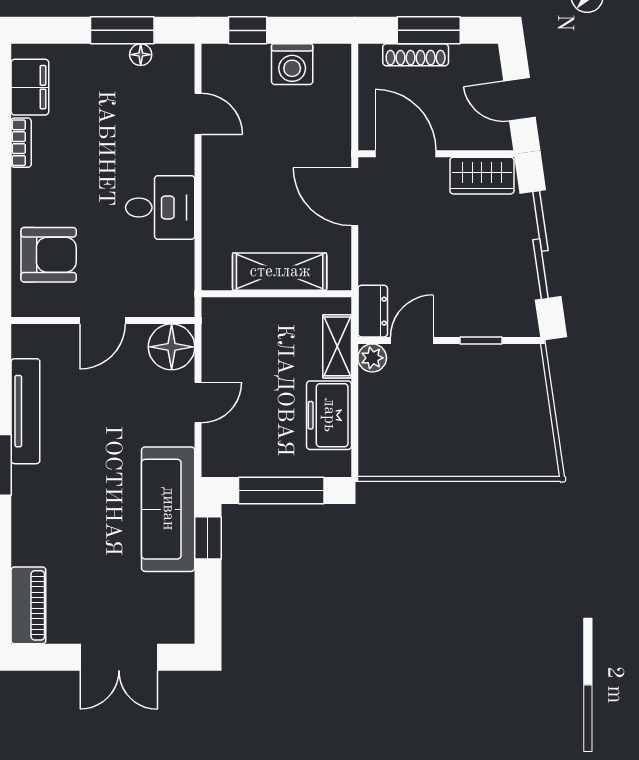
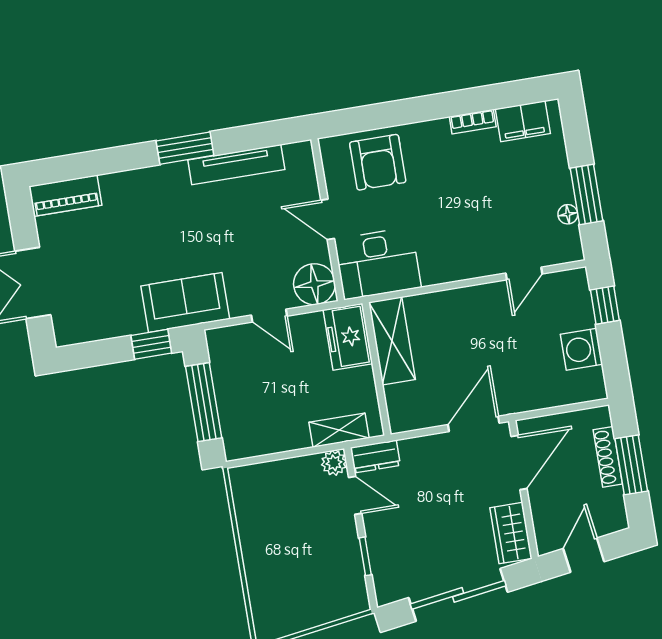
desk: (160, 208) -> (378, 263), moved, width x1.37
shelving: (280, 272) -> (392, 341), moved
freezer: (329, 415) -> (348, 337), moved, turned -90
sofa: (168, 509) -> (185, 302), width x0.73

